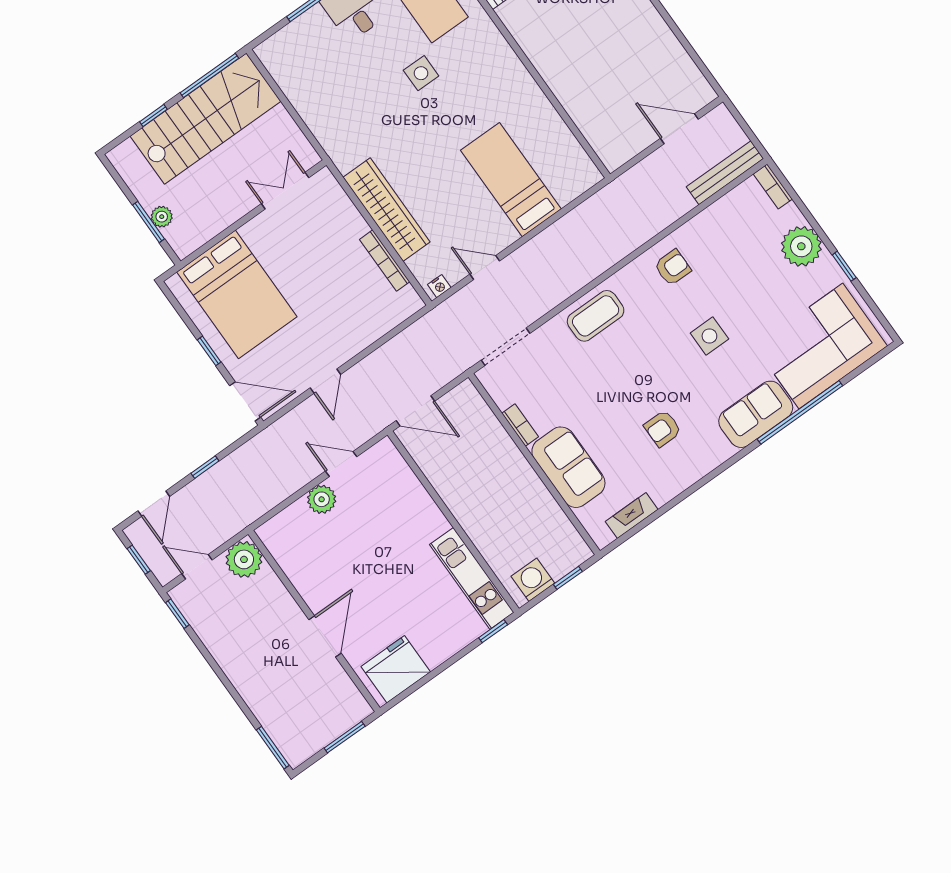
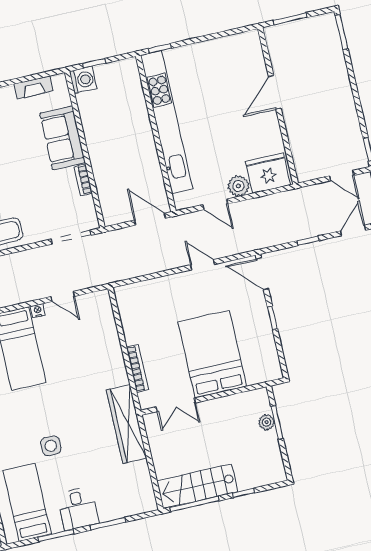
stairs: (206, 119) -> (197, 486), width x0.73, depth x0.66
wardrobe: (386, 210) -> (127, 424), moved
bookcase: (385, 261) -> (137, 369), moved
nightstand: (439, 286) -> (38, 311), moved
bed: (237, 294) -> (212, 354), moved
door: (325, 381) -> (202, 265), hinge flipped
plant: (244, 559) -> (308, 167), removed
kitchen unit: (472, 578) -> (167, 122), width x1.86
washing machine: (533, 580) -> (83, 80), moved, turned -90
fridge: (396, 669) -> (268, 173), moved, turned 180

